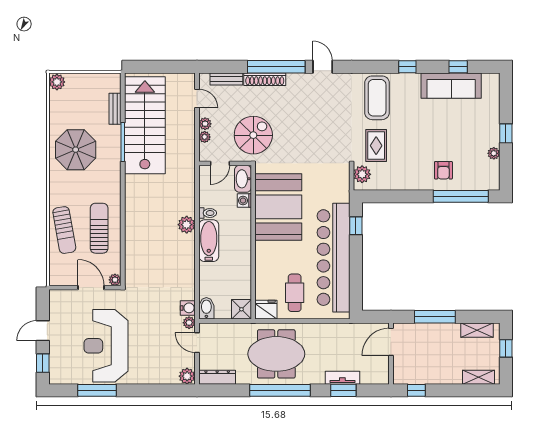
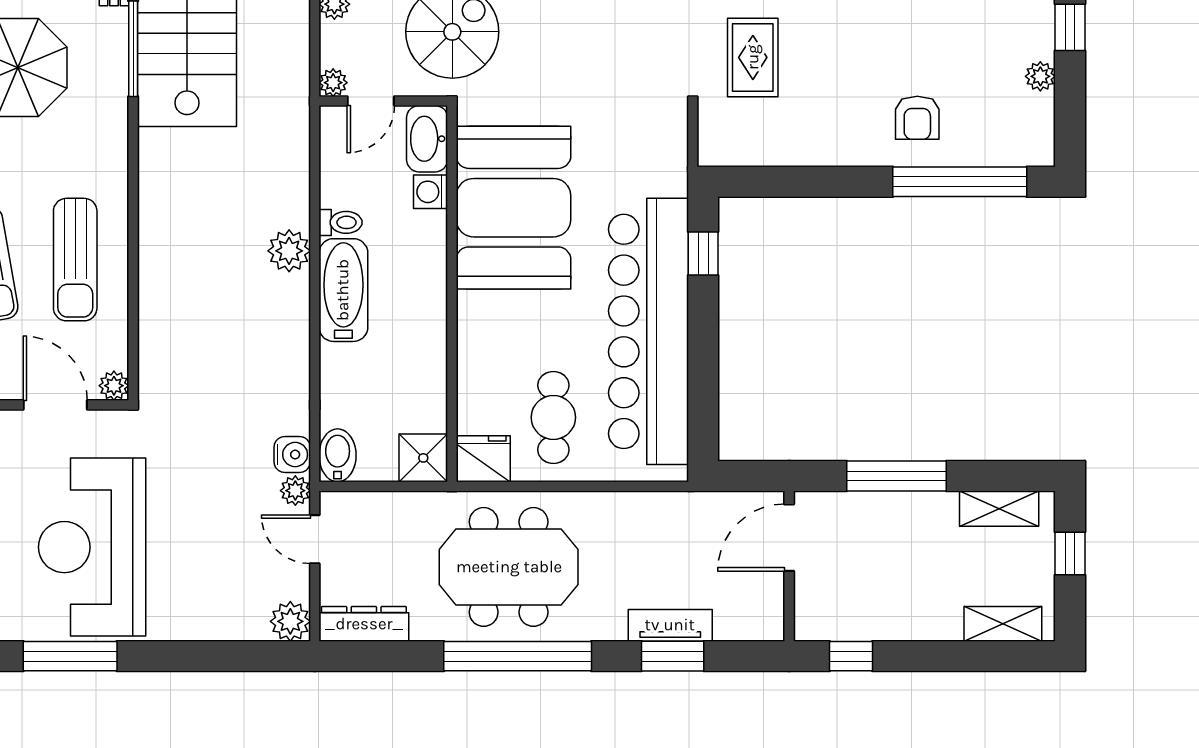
plant: (205, 137) -> (333, 83), moved
plant: (362, 174) -> (718, 128), removed
sun lounger: (99, 228) -> (75, 260), turned 180

